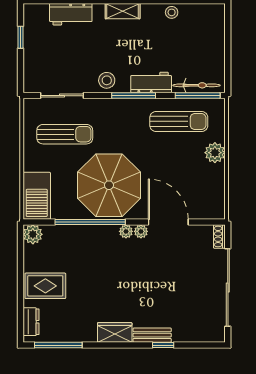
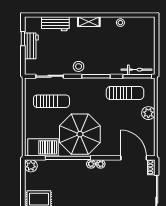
workbench: (151, 82) -> (31, 46), moved, turned 90
barbecue: (37, 196) -> (43, 147), moved, turned -90
door: (168, 222) -> (134, 158), moved

